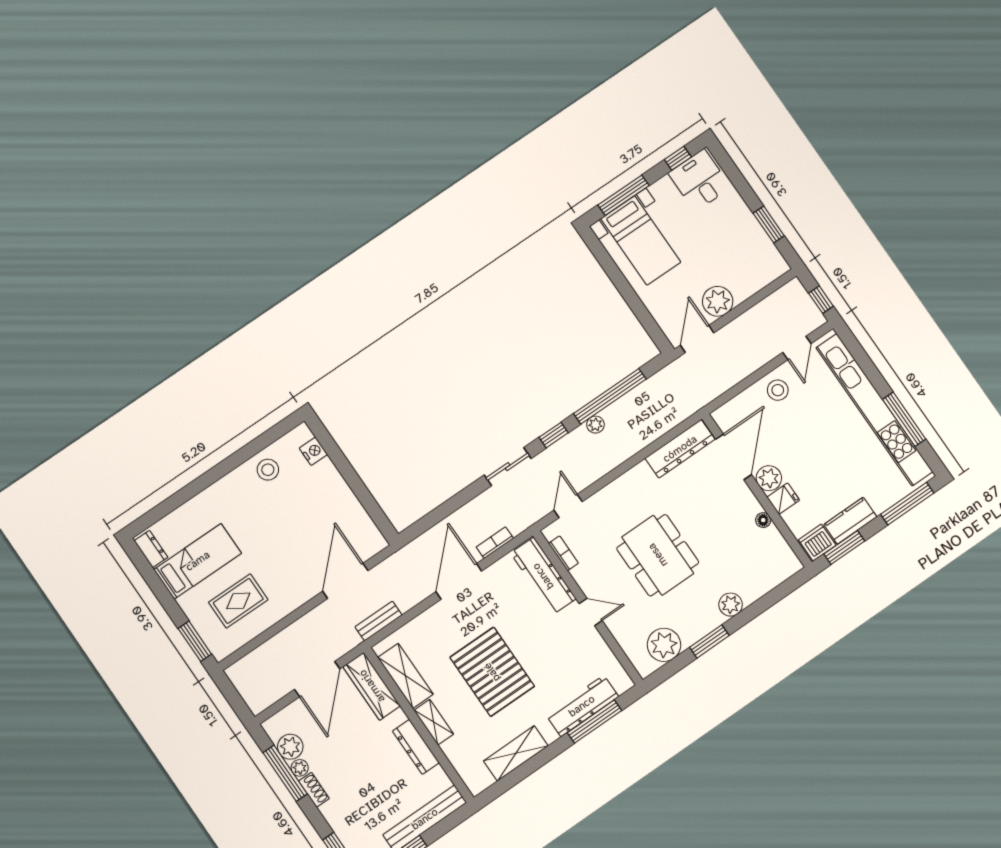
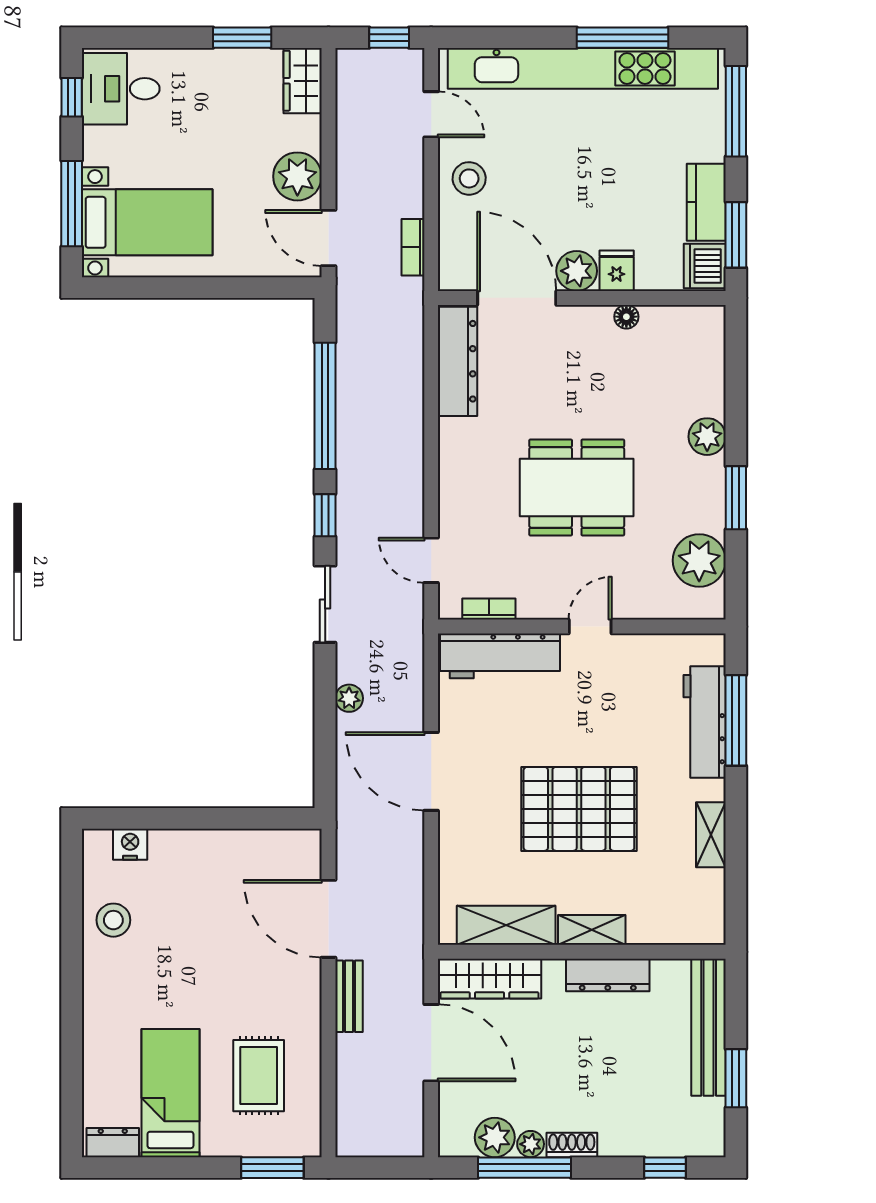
wardrobe: (768, 270) -> (303, 81), added
plant: (595, 425) -> (349, 698), moved
bookcase: (495, 543) -> (413, 247), moved
bench: (379, 621) -> (349, 996), moved
shelving: (516, 753) -> (711, 835), width x0.67, depth x0.75

